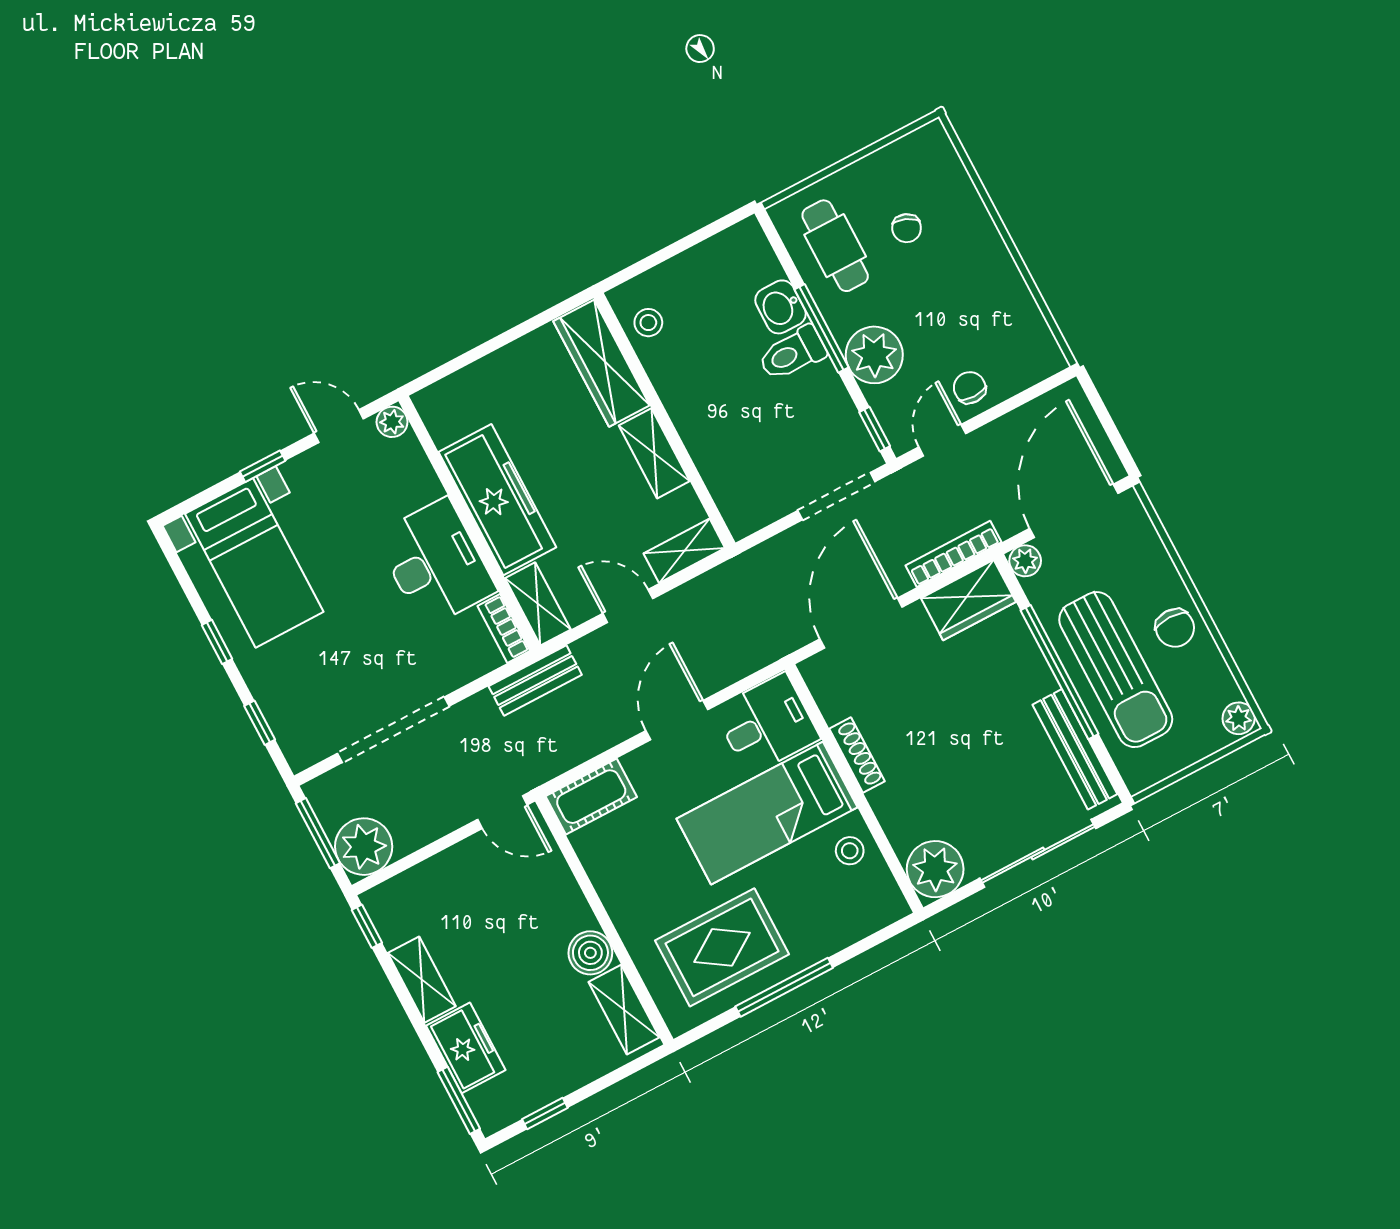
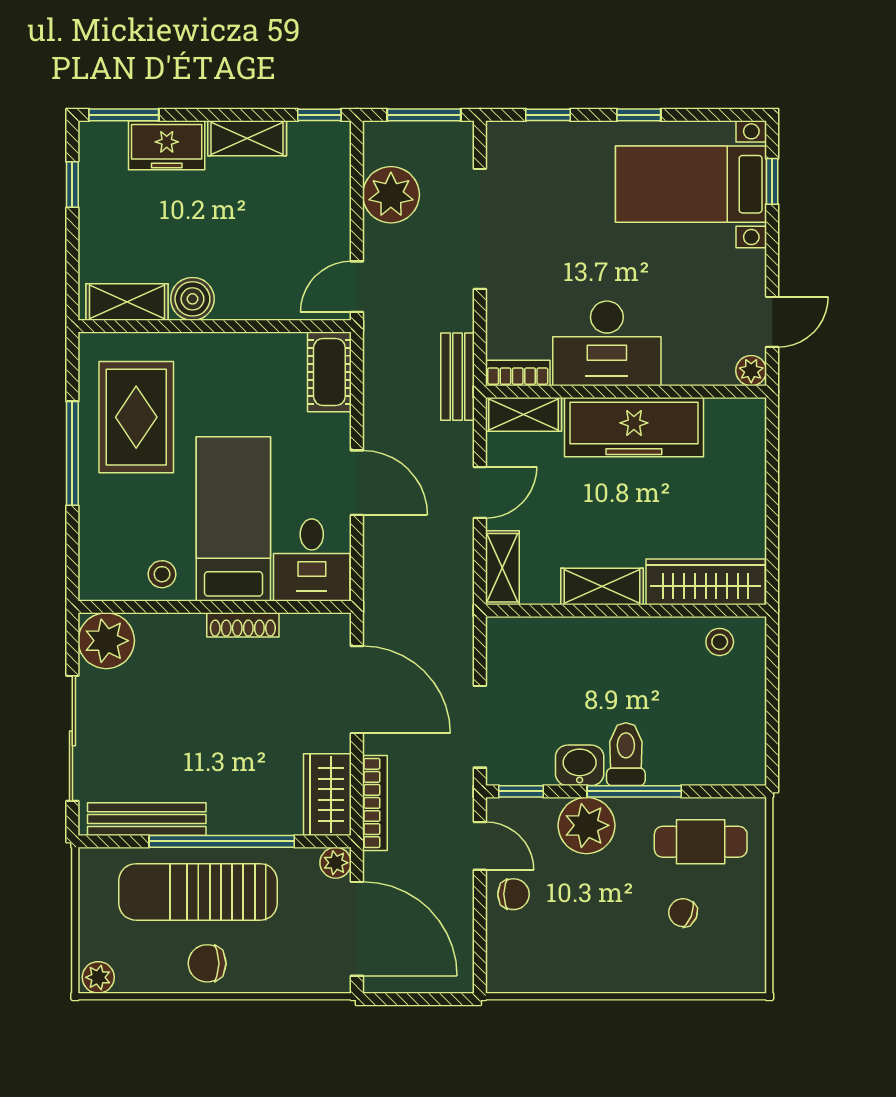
washbasin: (780, 307) -> (580, 765), moved
window: (263, 466) -> (772, 181), moved
plant: (364, 847) -> (391, 195), moved

